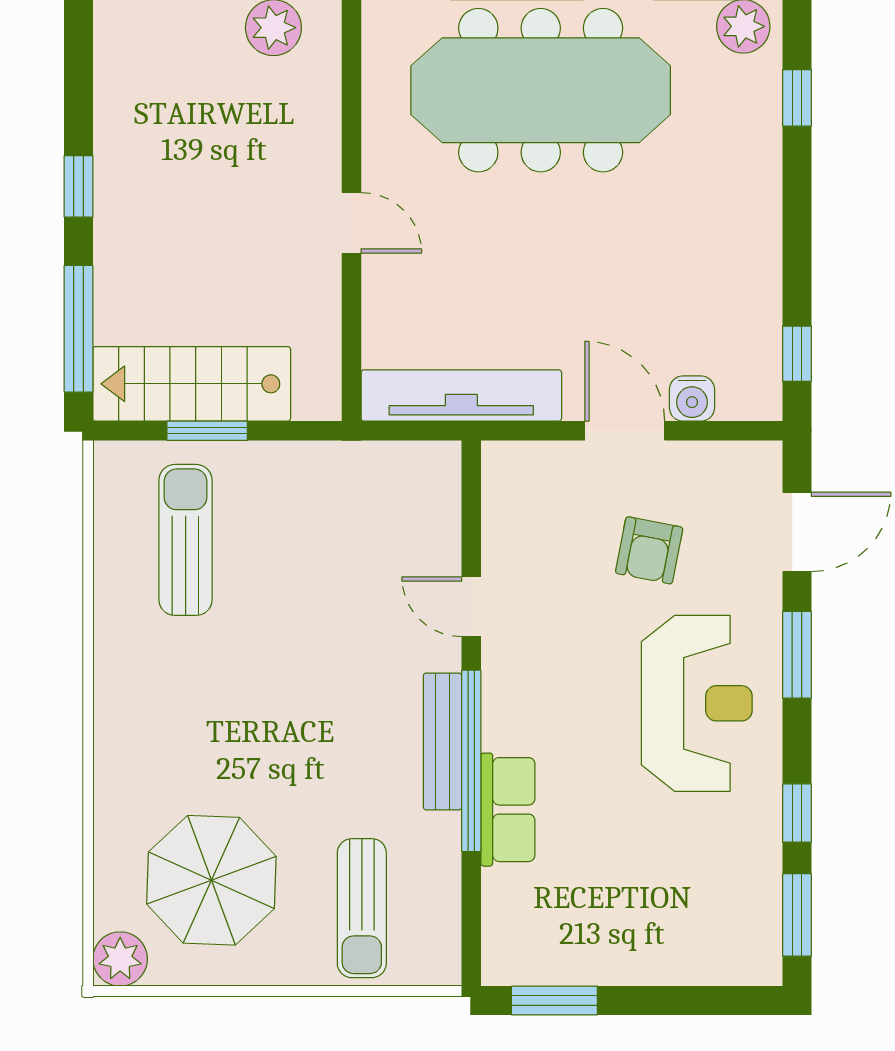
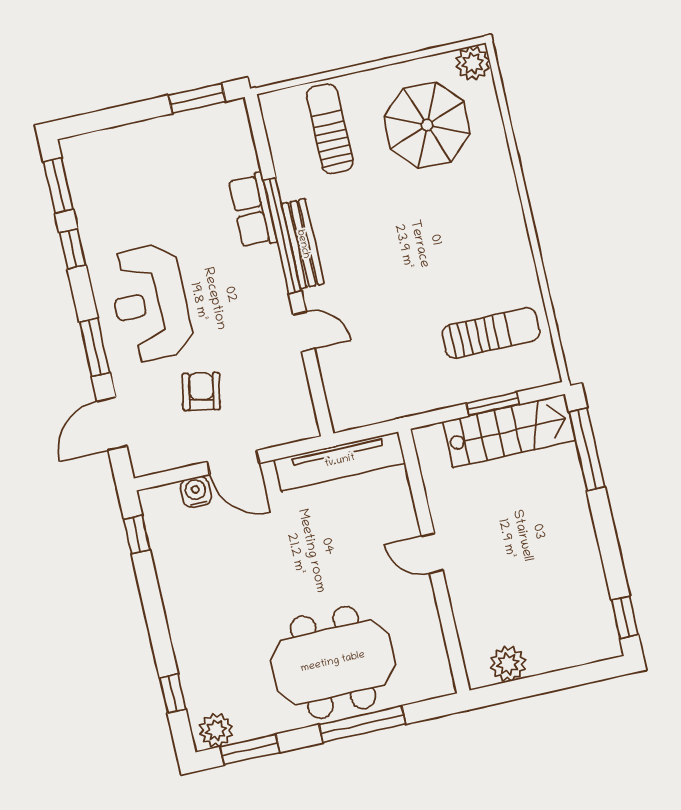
meeting table: (541, 90) -> (333, 662), width x0.73
window: (79, 186) -> (625, 618), moved
sun lounger: (186, 540) -> (491, 333), turned -90

